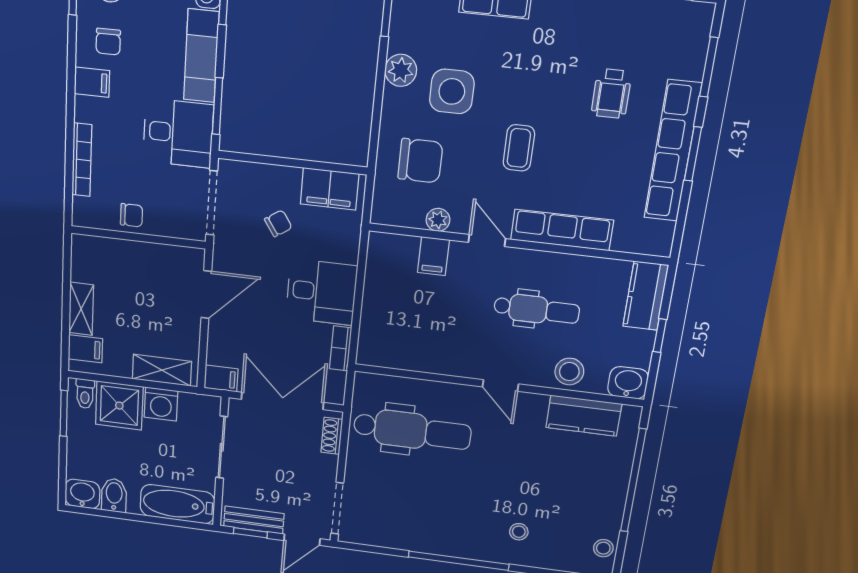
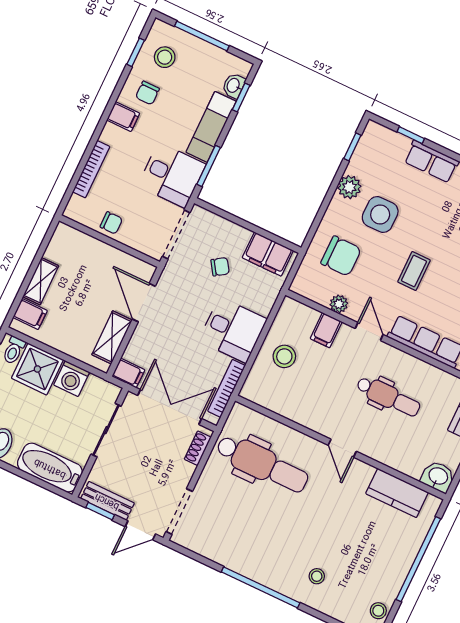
door: (206, 295) -> (144, 303), swing flipped
bookcase: (341, 348) -> (227, 388), width x1.56
shelving: (162, 370) -> (112, 337), moved, turned 90
stool: (569, 372) -> (284, 356), moved

